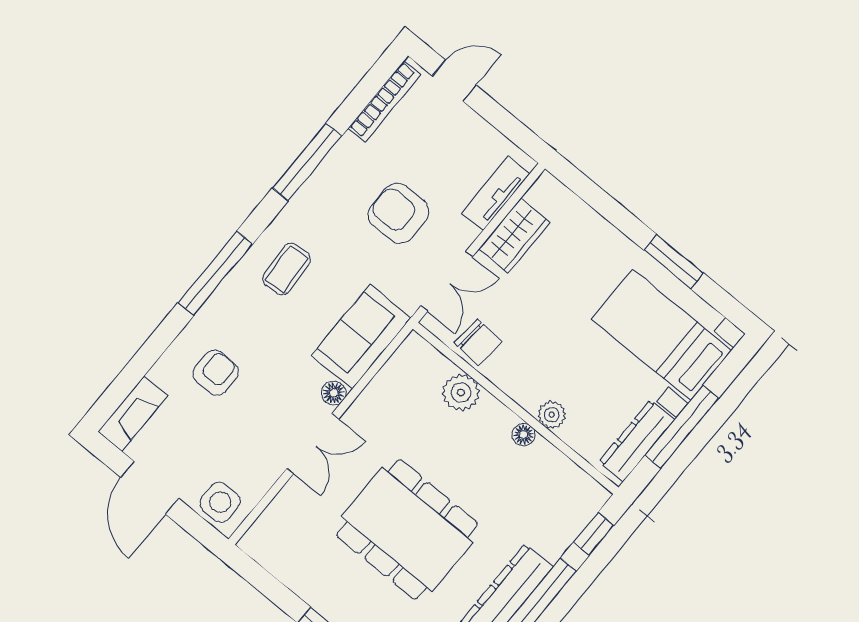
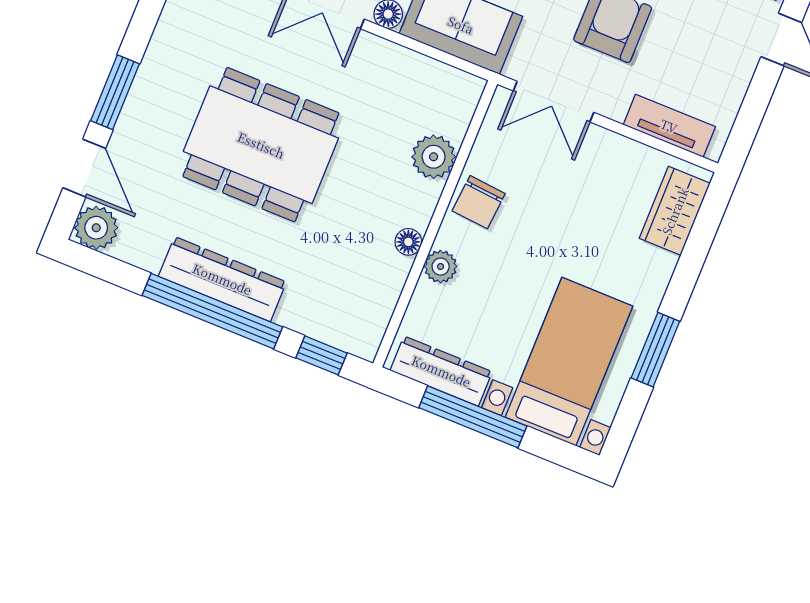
wardrobe: (514, 236) -> (675, 211), moved, turned 90
chair: (478, 342) -> (479, 202), moved
dining table: (407, 529) -> (261, 145), turned 90

